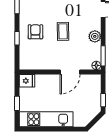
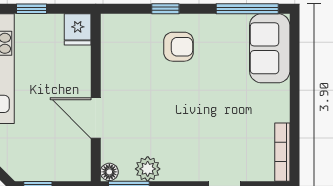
coffee table: (63, 31) -> (179, 103), removed
plant: (95, 36) -> (148, 169), moved

